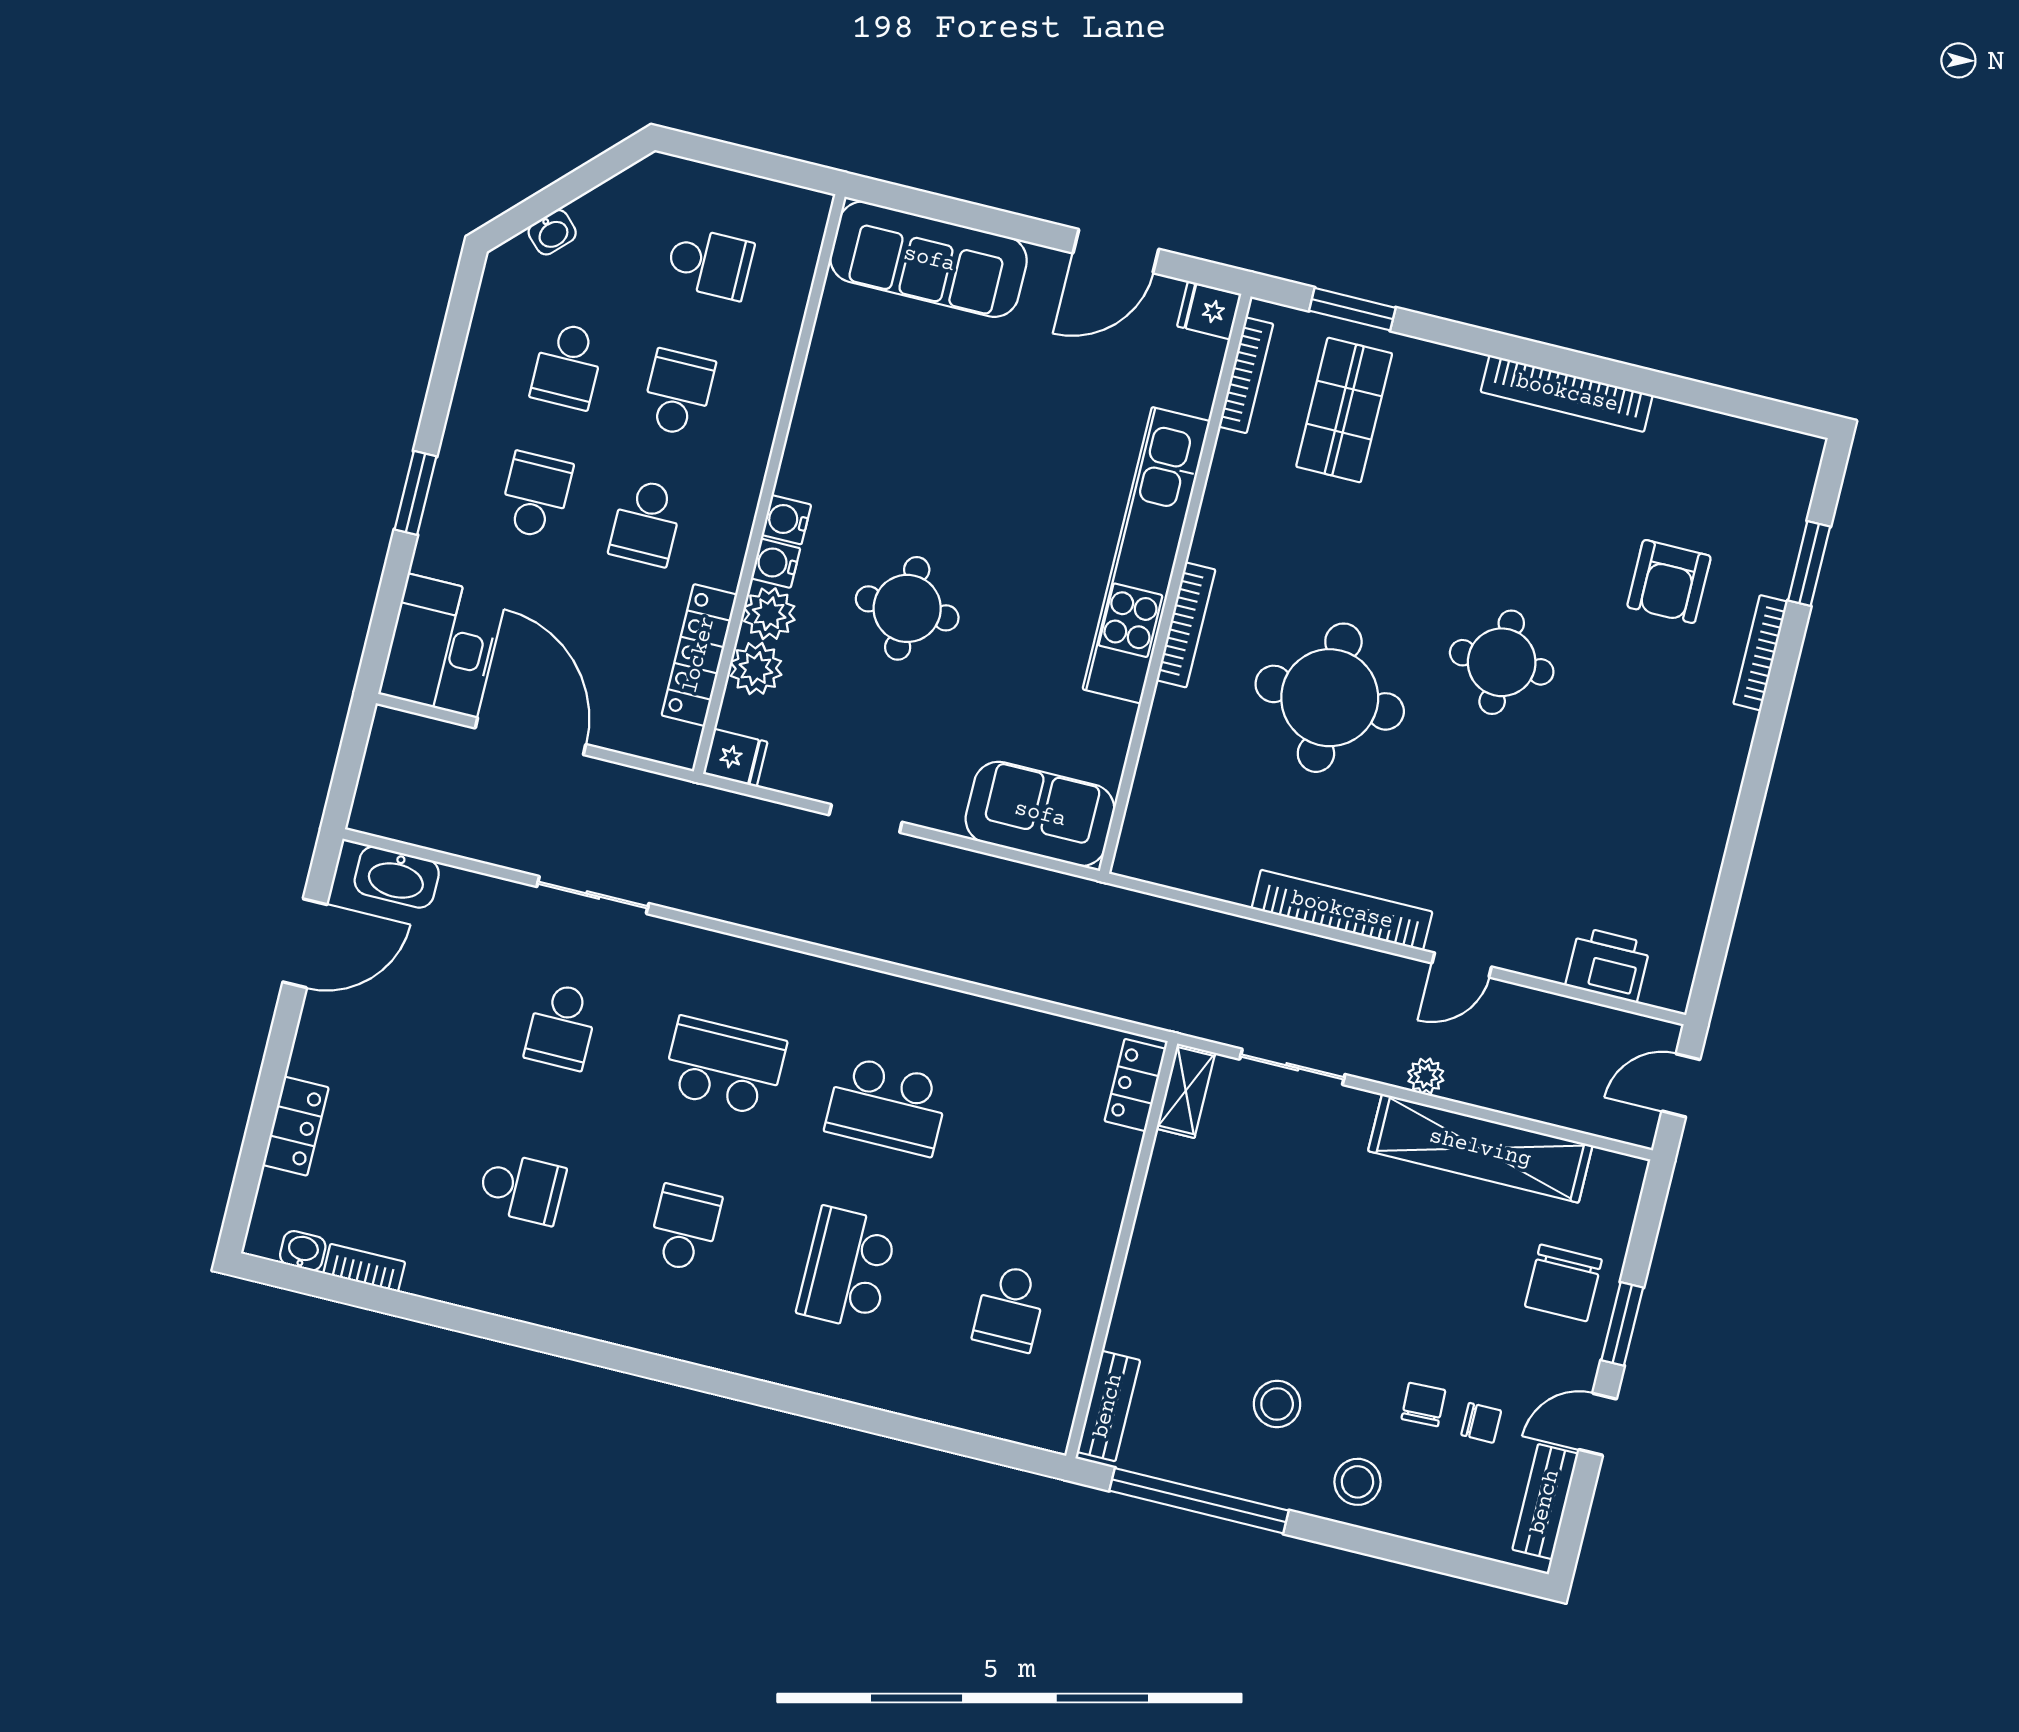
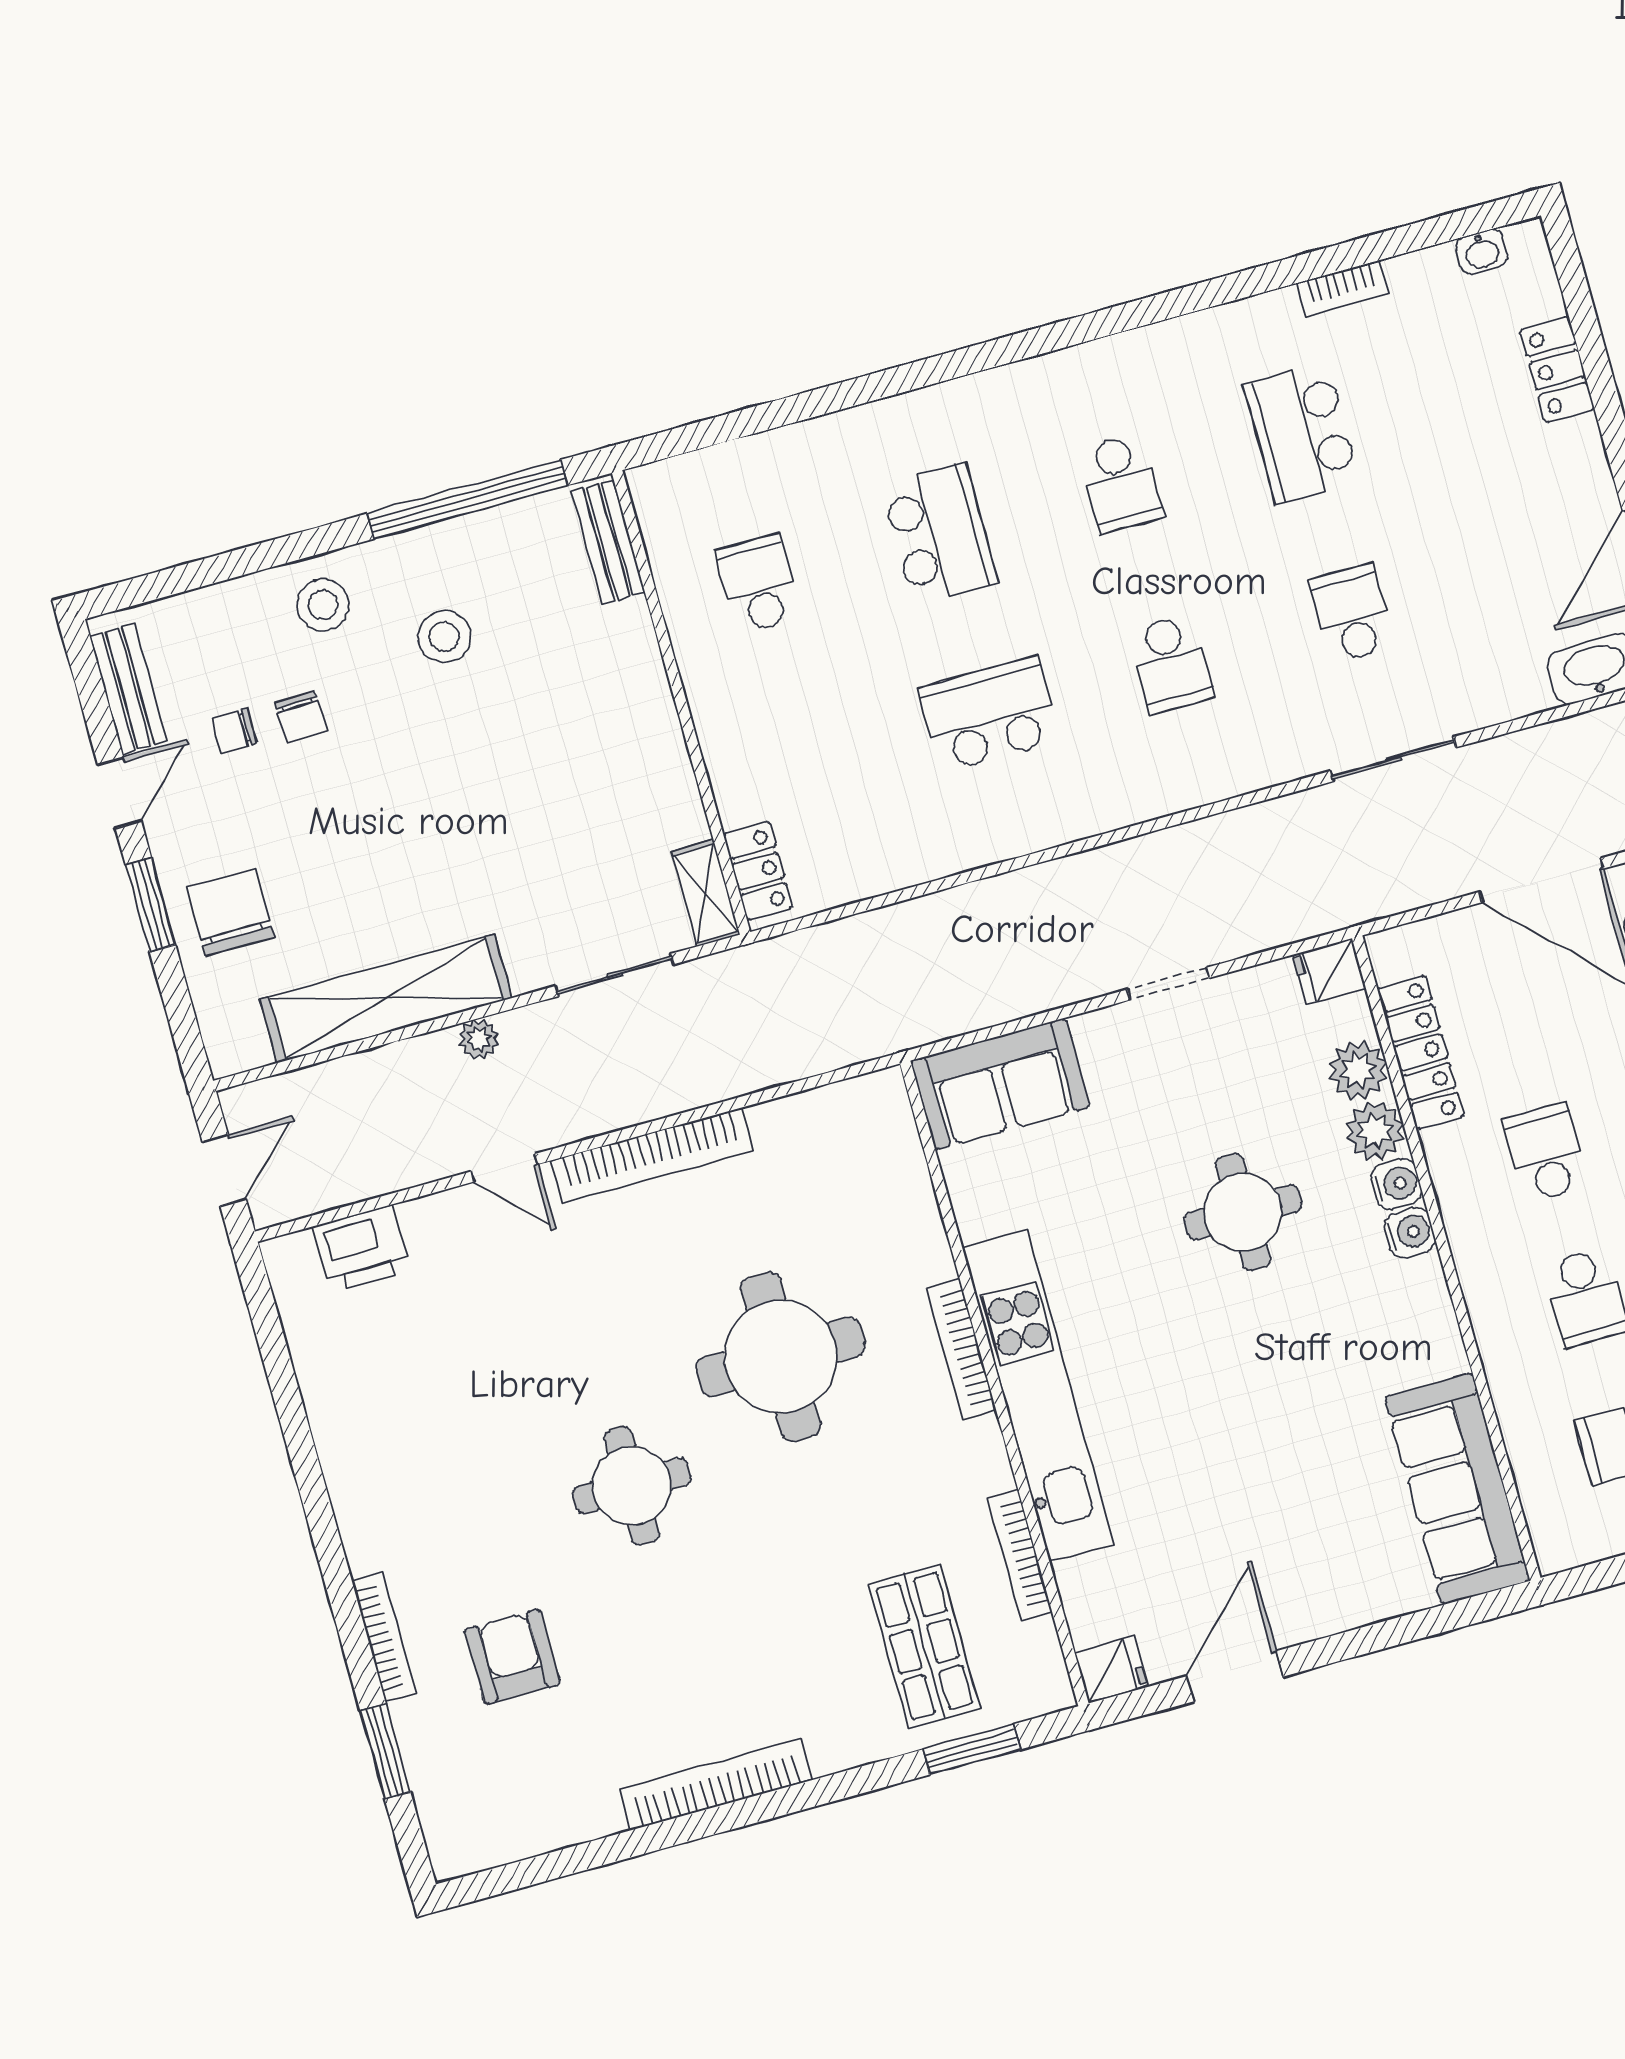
sofa: (929, 259) -> (1457, 1489), moved, turned -90
bookcase: (1246, 375) -> (1020, 1555), moved
door: (1462, 965) -> (505, 1168), swing flipped
school desk: (724, 1066) -> (1171, 664), width x0.54
school desk: (522, 1188) -> (1302, 433), width x1.85
bookcase: (364, 1268) -> (1342, 288), moved

